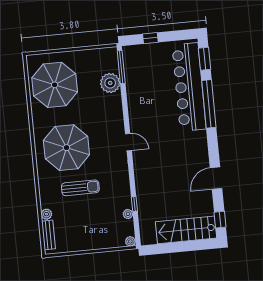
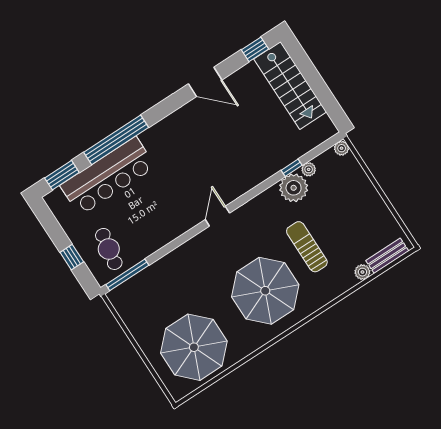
cafe table: (143, 64) -> (109, 249), added
plant: (110, 83) -> (294, 188), moved
bar counter: (189, 87) -> (108, 176), width x0.73

